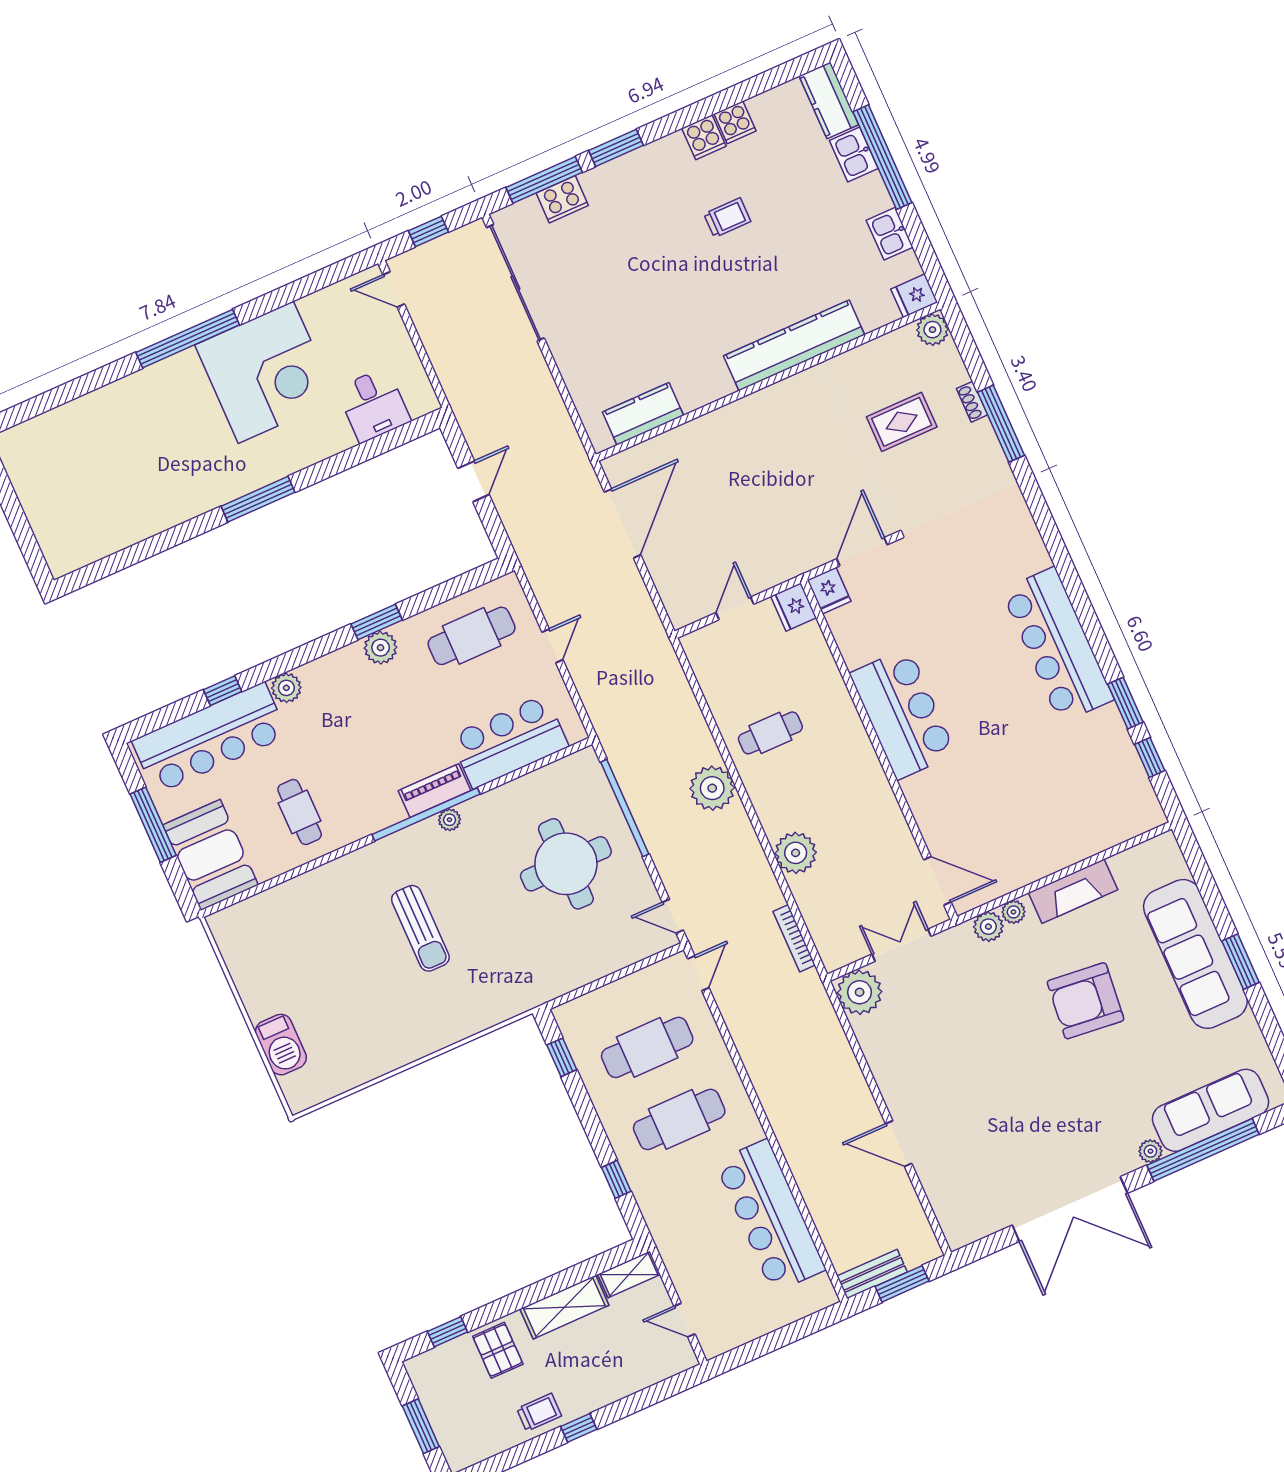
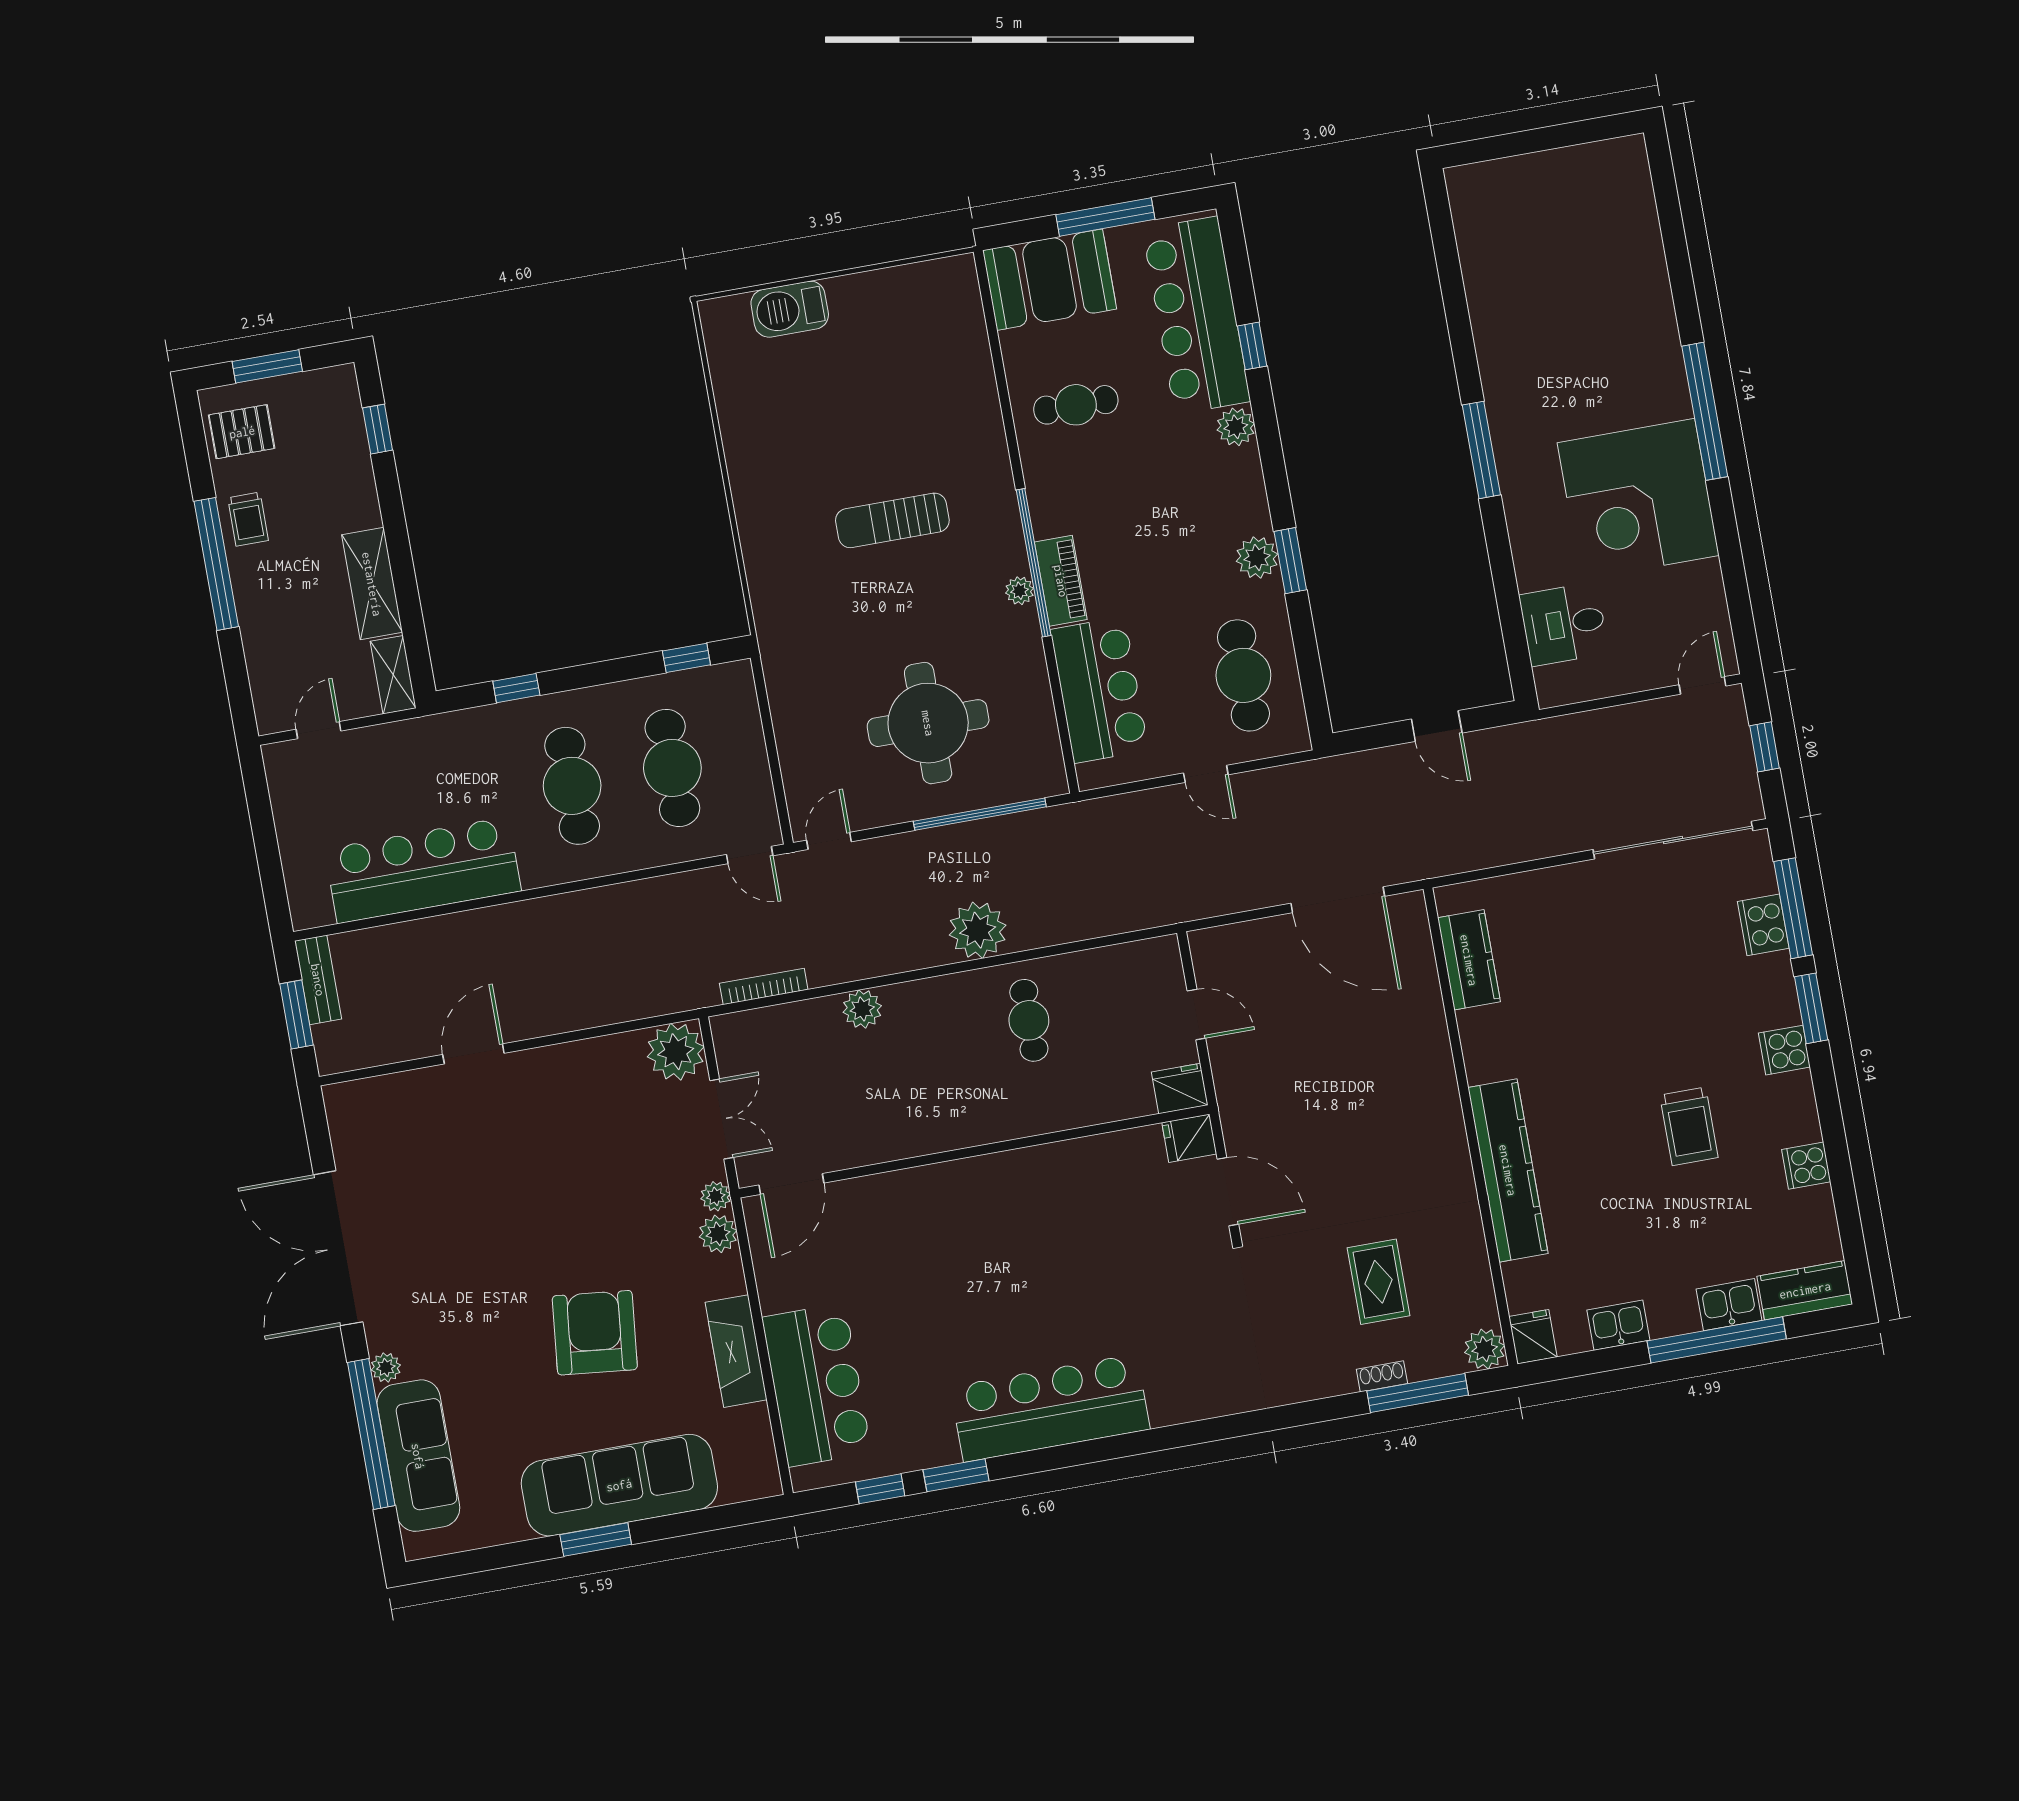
cooker: (704, 137) -> (1784, 1050), moved
trolley: (727, 218) -> (1689, 1126), width x1.36, depth x1.39
window: (1001, 424) -> (1418, 1393), moved
bar counter: (903, 714) -> (817, 1385), moved, turned -90
plant: (796, 853) -> (862, 1009), width x0.73, depth x0.73
plant: (1013, 912) -> (716, 1196), moved
pallet: (498, 1350) -> (242, 432), moved
window: (579, 1428) -> (216, 564), width x3.17

